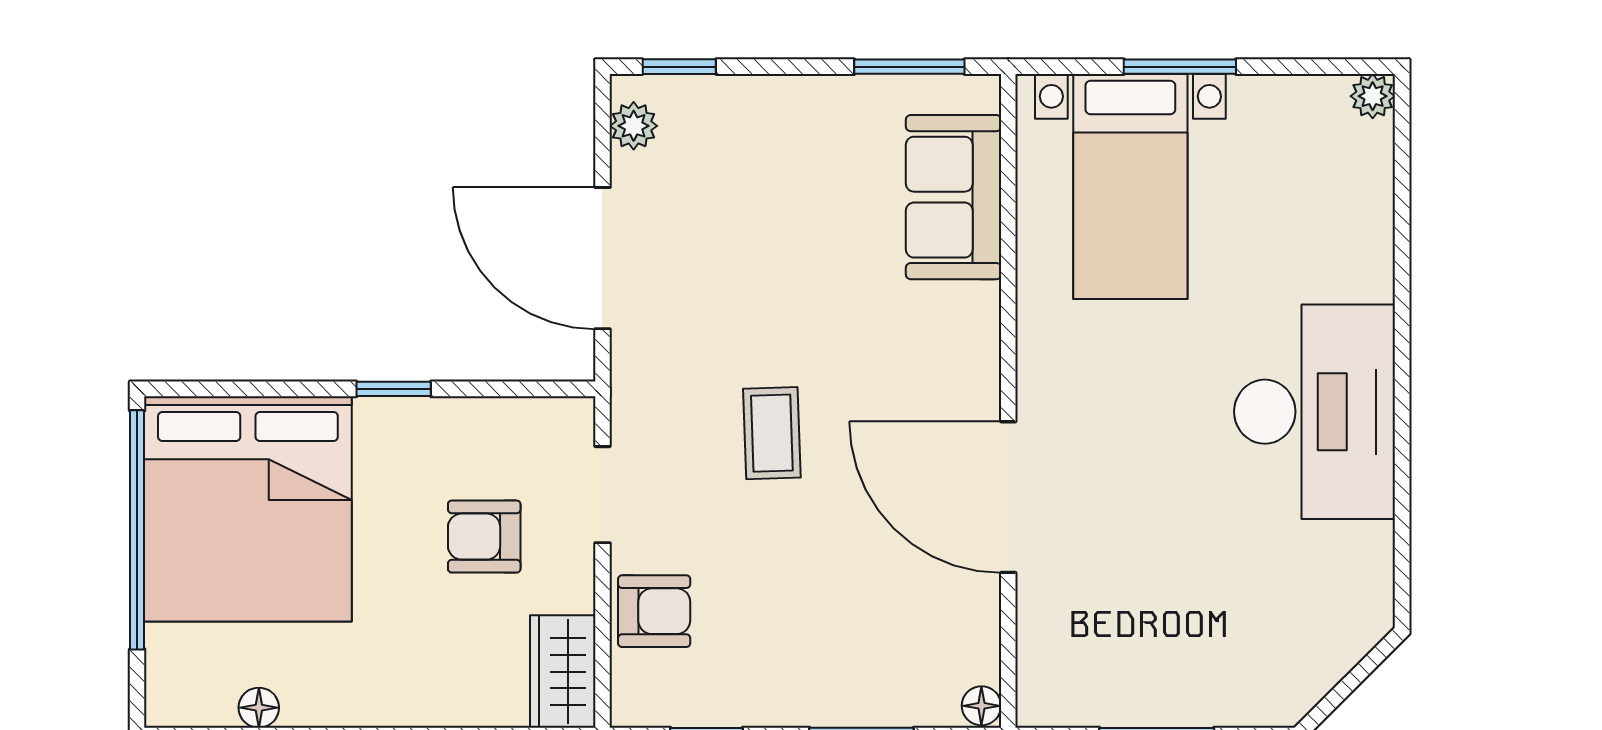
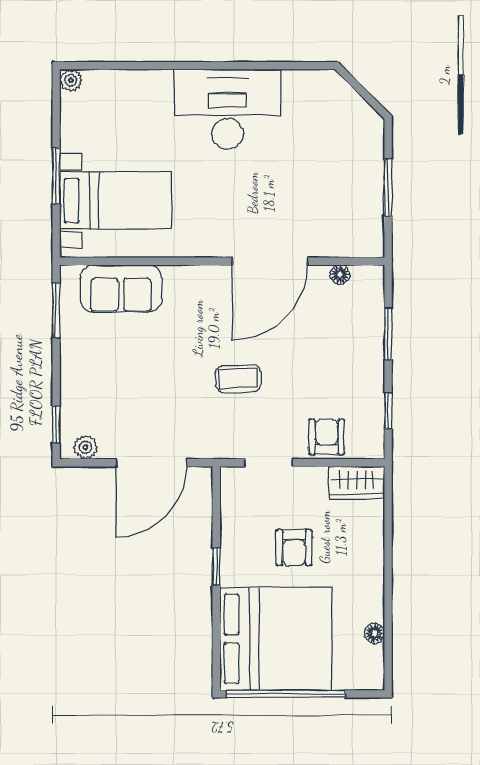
armchair: (484, 537) -> (294, 548), moved
floor lamp: (981, 706) -> (340, 275), moved

